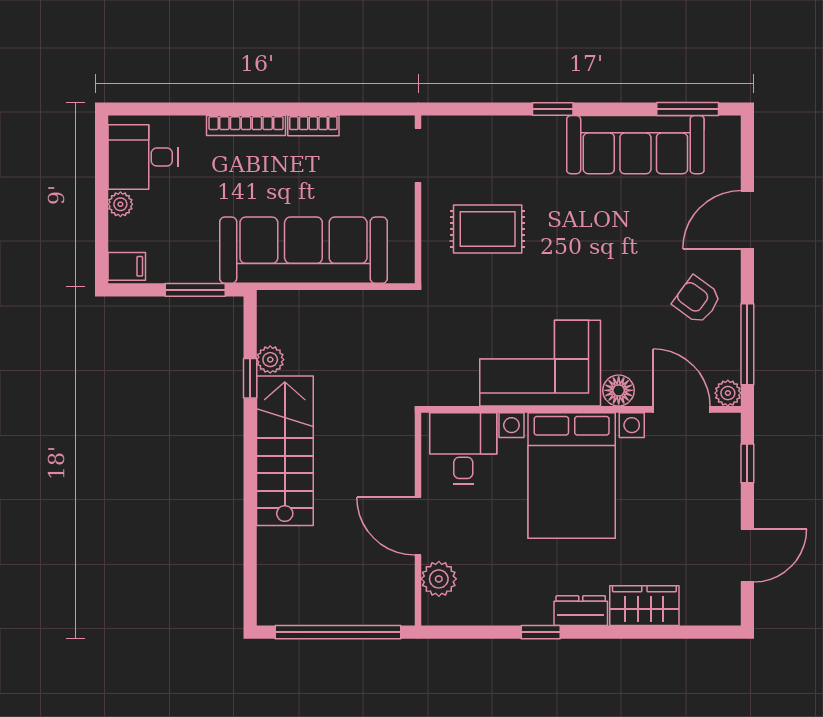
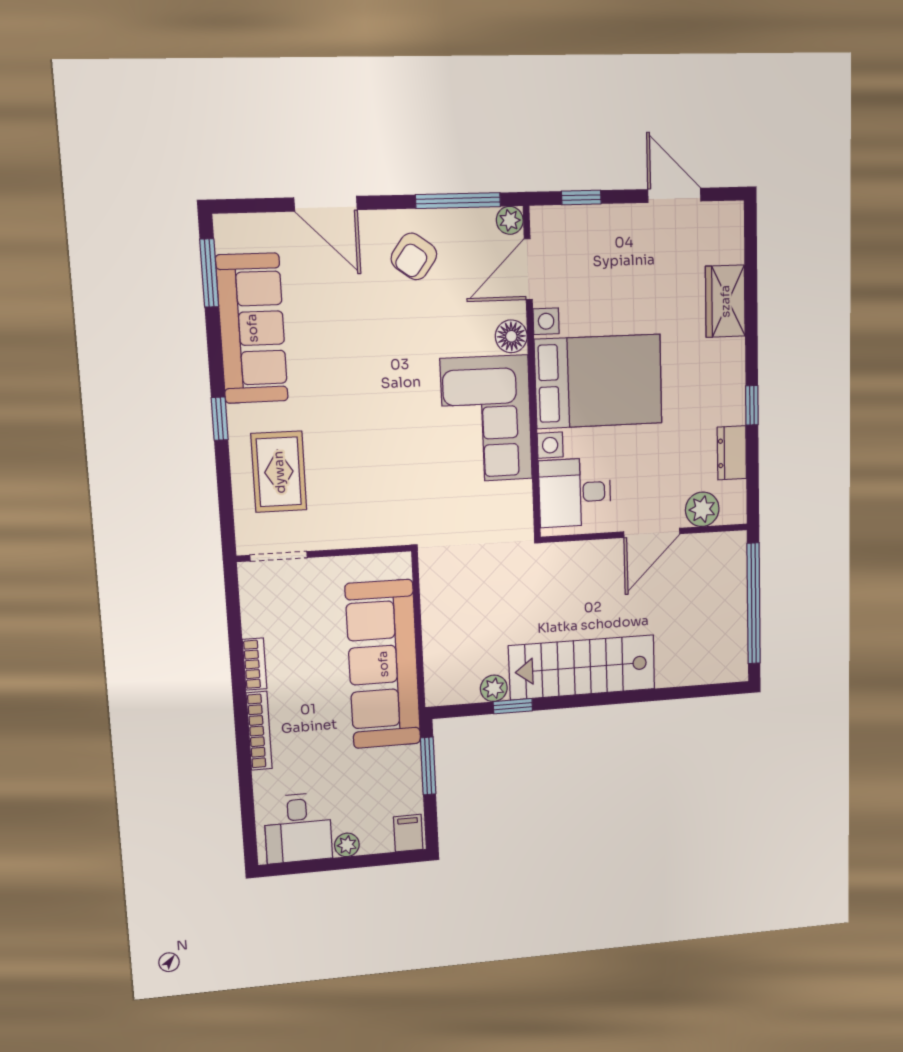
rug: (488, 229) -> (279, 472), moved
dresser: (581, 611) -> (732, 453), moved

